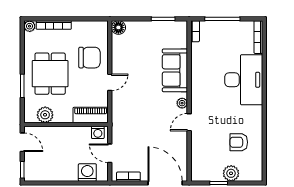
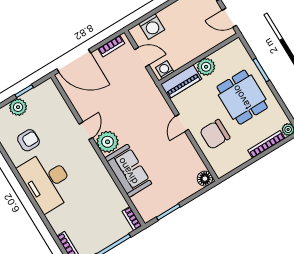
desk: (244, 80) -> (47, 181), moved
plant: (182, 103) -> (108, 142), width x1.88, depth x1.88
plant: (45, 115) -> (206, 67), moved

